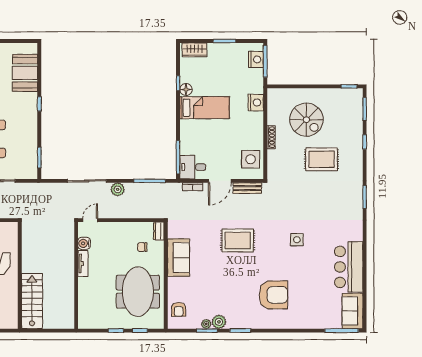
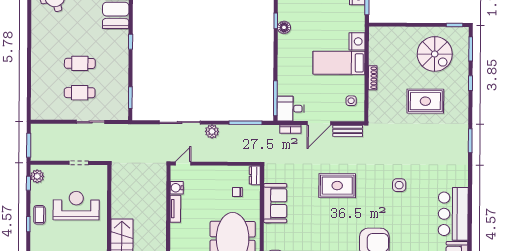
bed: (205, 108) -> (339, 63), moved, turned 180
spiral stairs: (306, 120) -> (435, 54), moved
side table: (251, 159) -> (351, 101), width x0.54, depth x0.54

